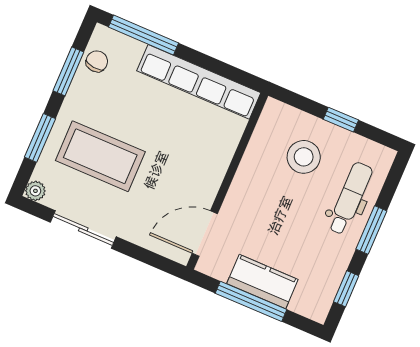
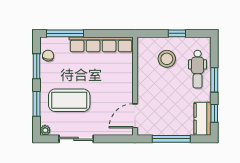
dental chair: (350, 198) -> (198, 69), turned 180
kitchen counter: (262, 282) -> (202, 119), moved, turned -90

